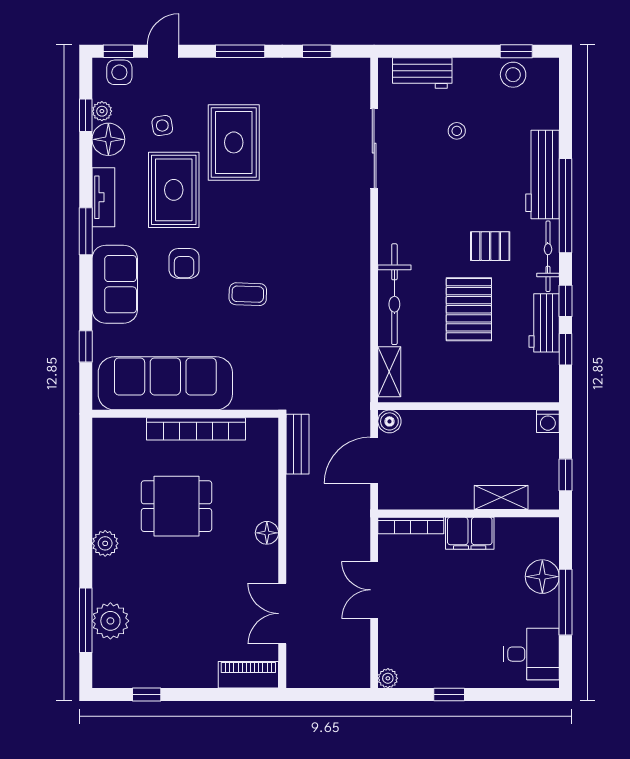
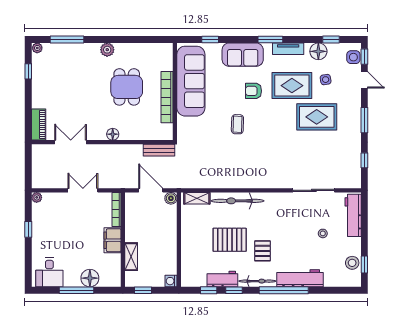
workbench: (422, 73) -> (353, 215), width x1.38
plant: (102, 111) -> (333, 48), removed
plant: (110, 621) -> (37, 48), moved, width x0.53, depth x0.53

